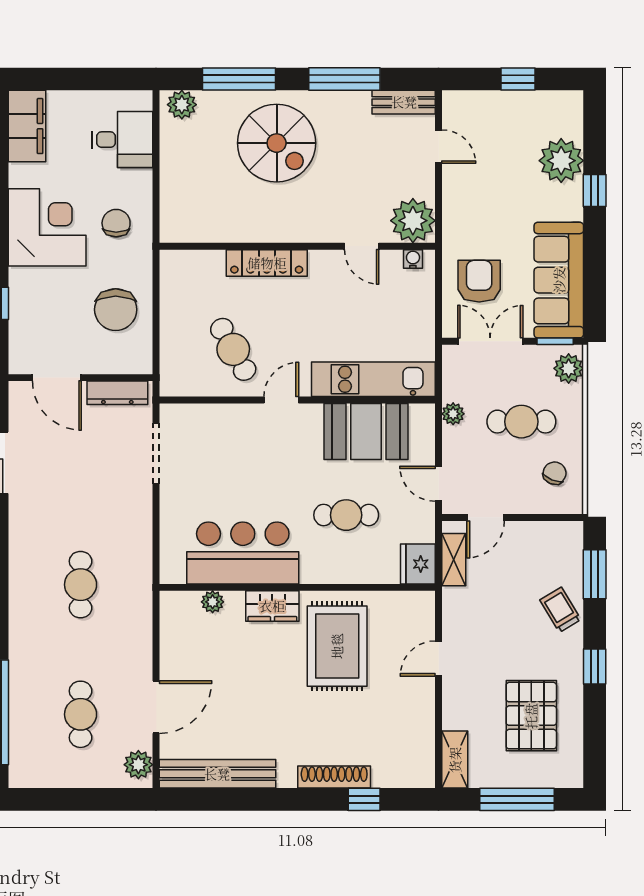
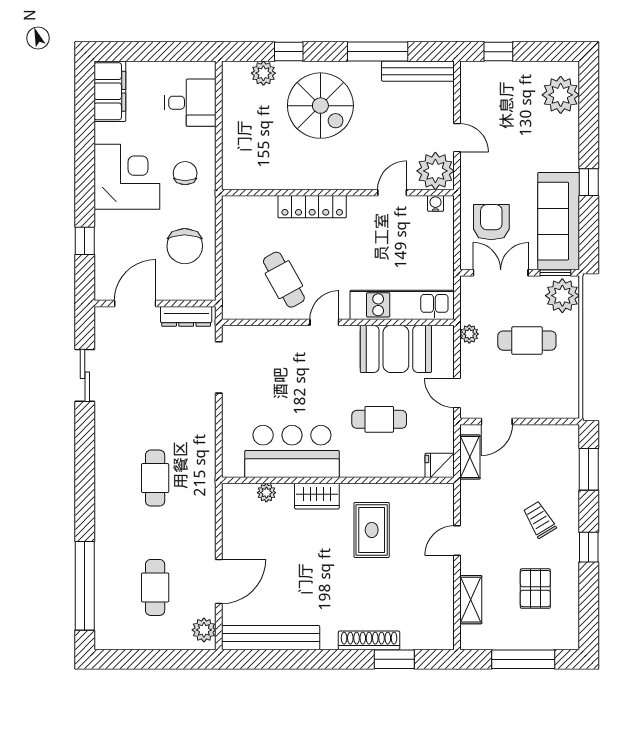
window: (239, 79) -> (289, 52), width x0.46
window: (518, 79) -> (498, 52), moved
bench: (404, 102) -> (418, 71), width x1.36
plant: (182, 105) -> (263, 73), moved
door: (439, 147) -> (457, 138), moved
plant: (561, 161) -> (561, 95), moved
window: (595, 190) -> (589, 182), moved
door: (362, 246) -> (392, 193), swing flipped
plant: (569, 368) -> (562, 296), width x1.36, depth x1.36
door: (57, 378) -> (135, 303), swing flipped
chair: (555, 473) -> (555, 384), removed
fridge: (418, 564) -> (440, 465), width x0.72
trolley: (560, 610) -> (539, 520), moved
rug: (337, 646) -> (372, 530), width x0.73, depth x0.70
pallet: (531, 716) -> (535, 589), width x0.67, depth x0.71
shelving: (455, 760) -> (471, 600), moved
window: (364, 799) -> (394, 659), width x1.50

